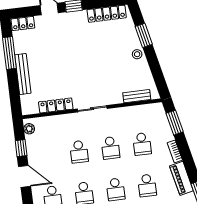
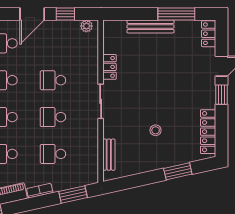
stool: (137, 54) -> (156, 130), moved
locker: (56, 105) -> (110, 67), width x0.66

